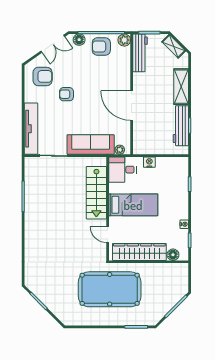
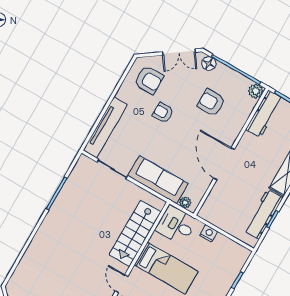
armchair: (101, 47) -> (211, 103), moved

